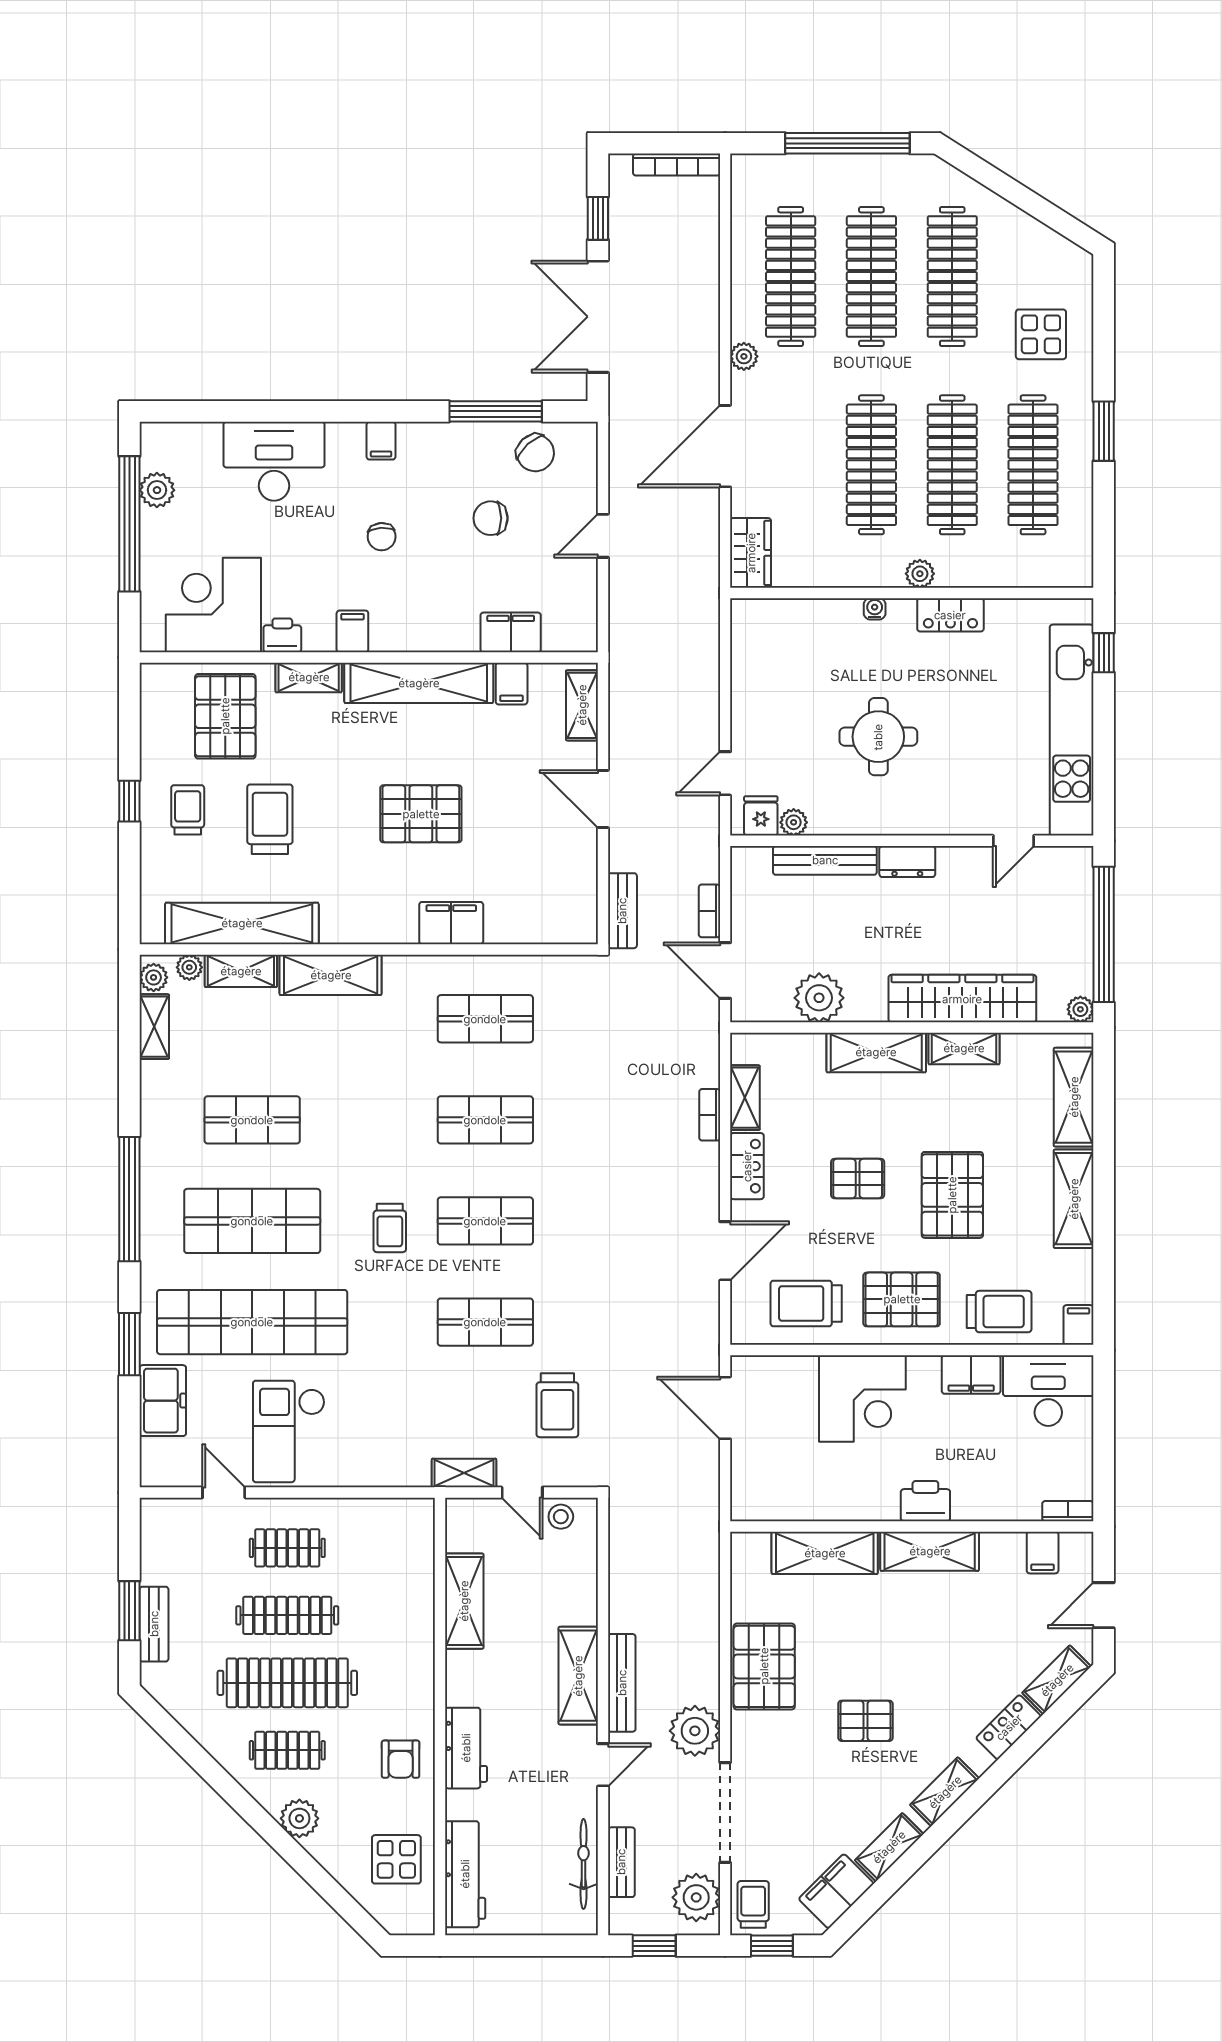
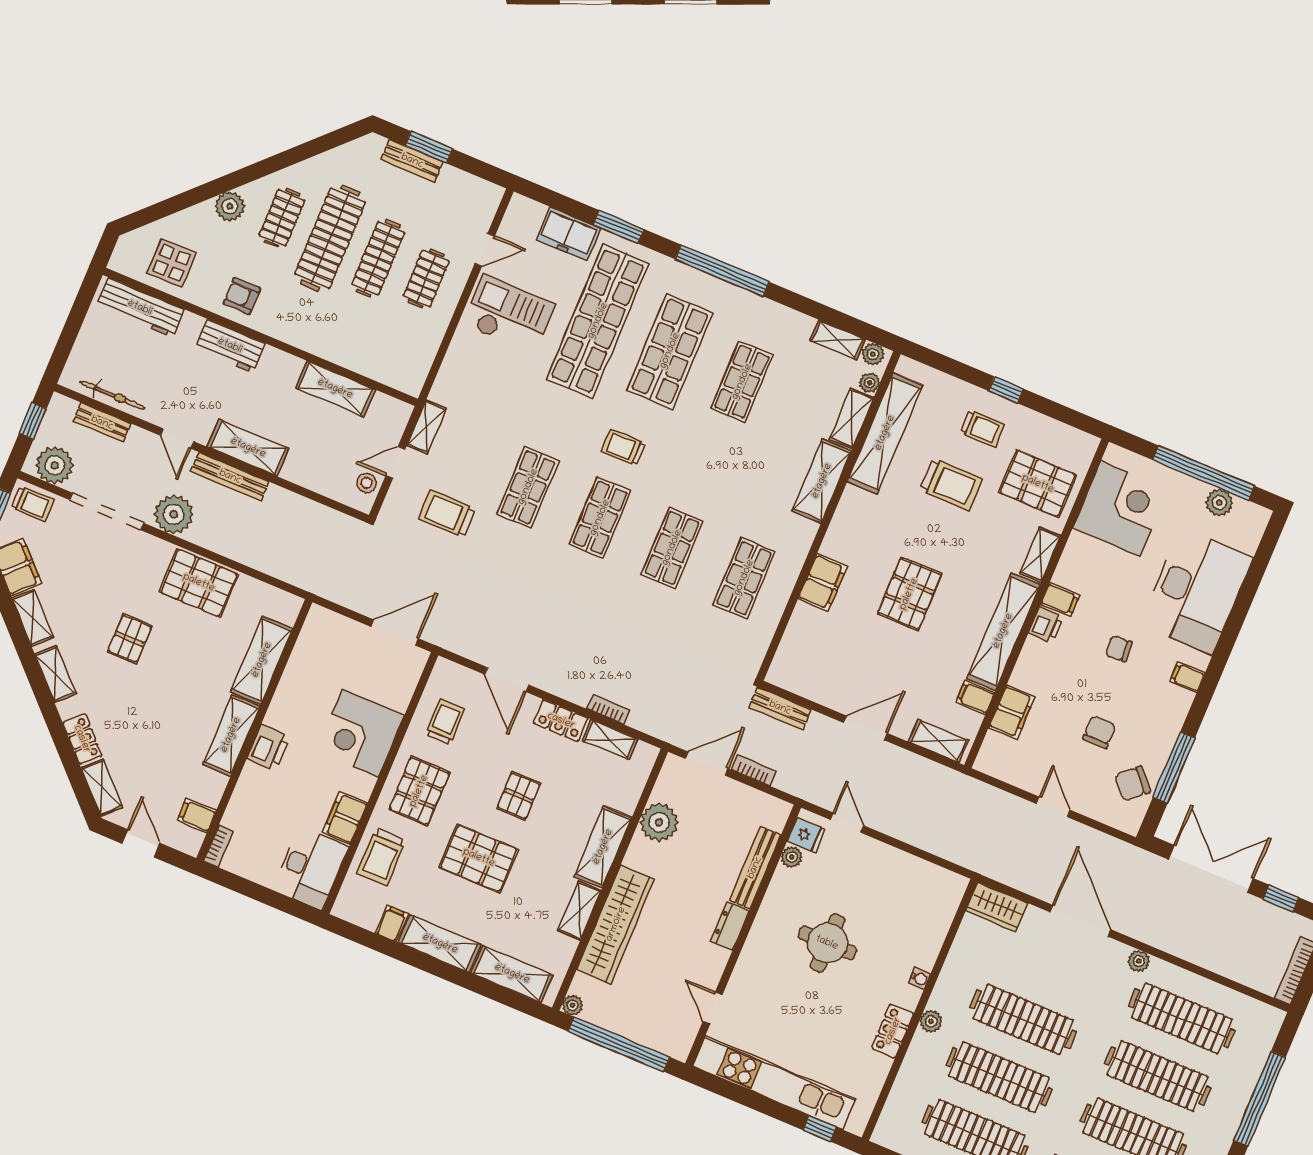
desk: (274, 461) -> (1196, 591), width x1.36, depth x1.30
printer: (282, 635) -> (1046, 625), moved
trolley: (806, 1303) -> (445, 722), width x0.73, depth x0.72
filing cabinet: (1078, 1325) -> (392, 923), moved, turned -90

